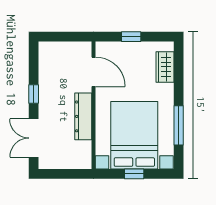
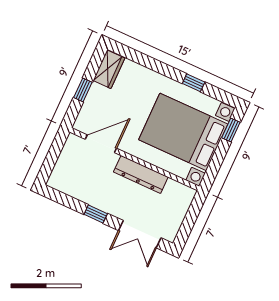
wardrobe: (165, 67) -> (109, 69), moved, turned -90
window: (179, 125) -> (194, 83), width x0.46
window: (134, 174) -> (231, 130), moved

